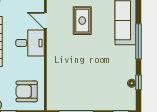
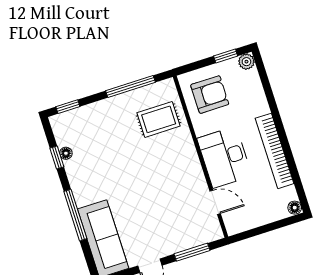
rug: (82, 21) -> (159, 119), moved, turned 90
desk: (30, 43) -> (224, 157), width x1.37

